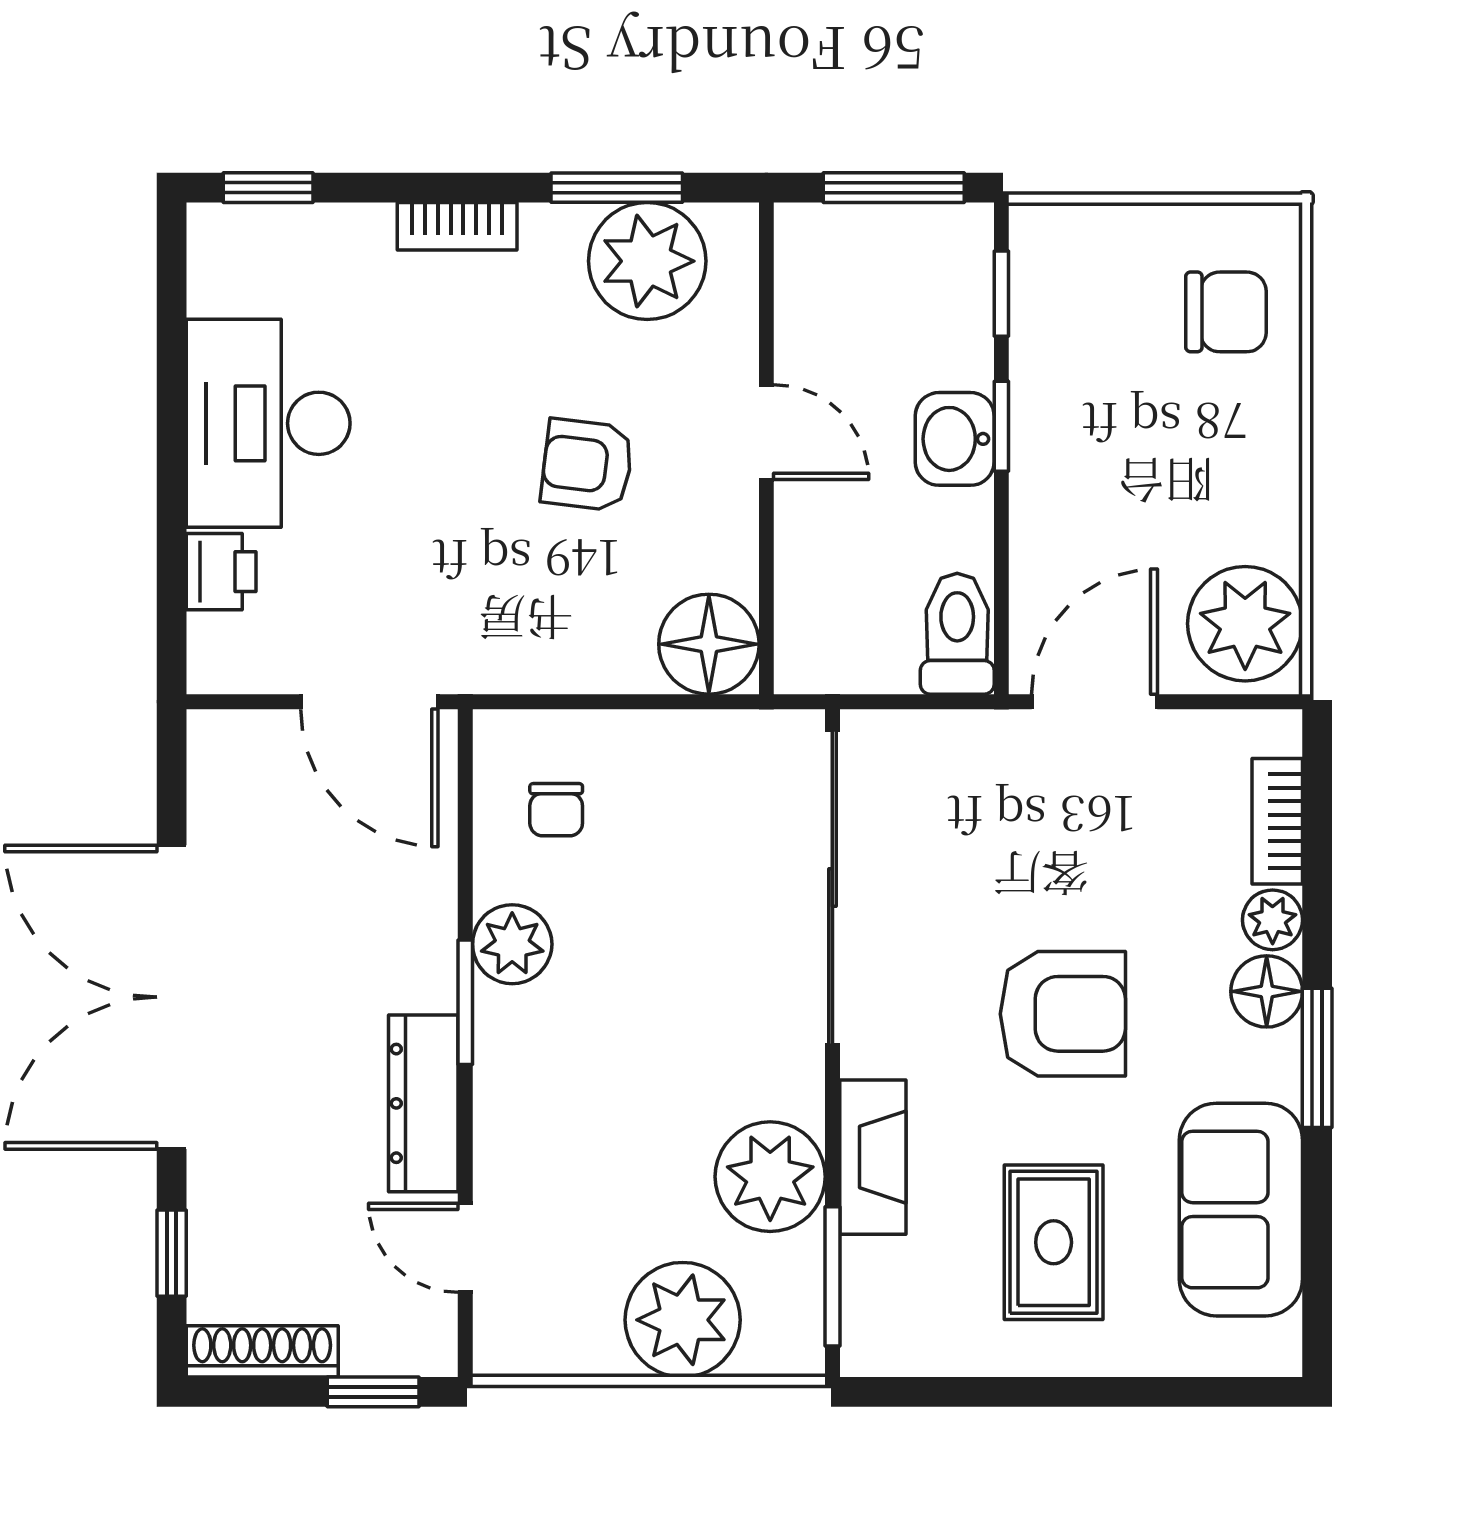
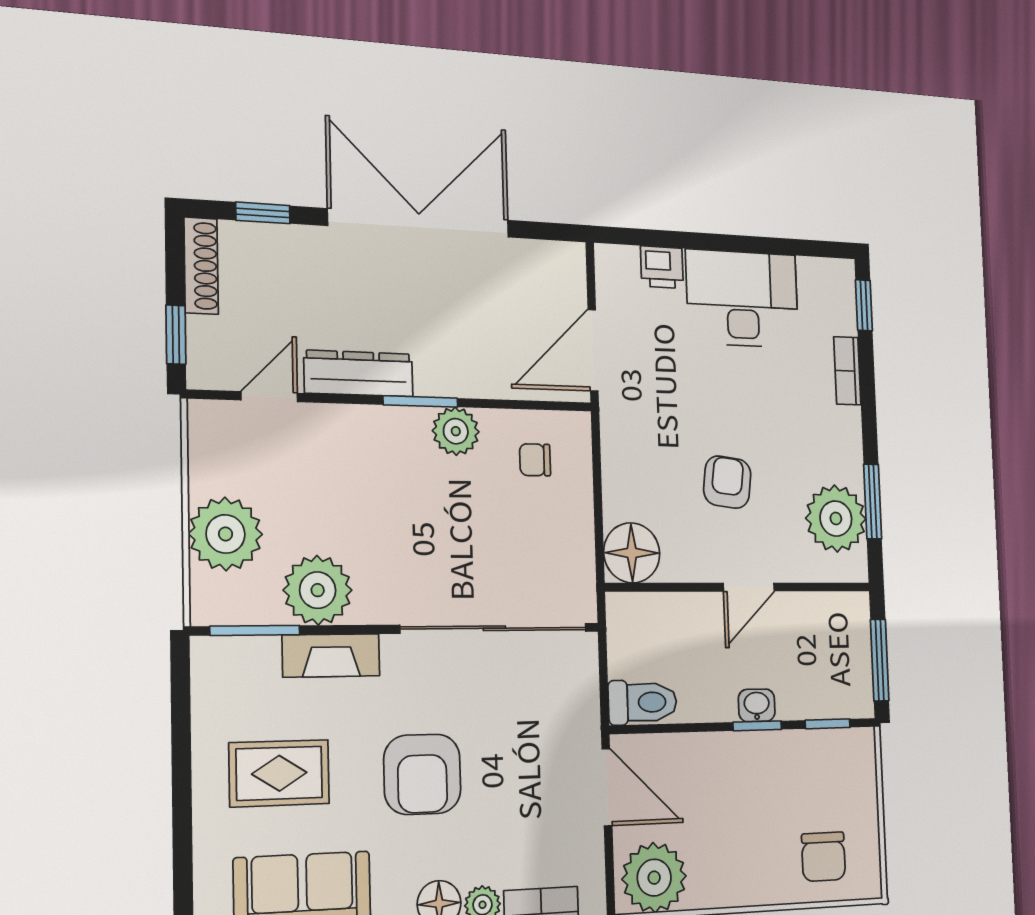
bookcase: (457, 226) -> (847, 371), moved
washbasin: (955, 439) -> (757, 705), width x0.72, depth x0.69

